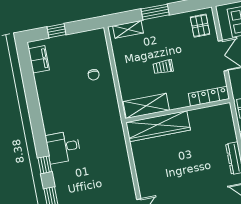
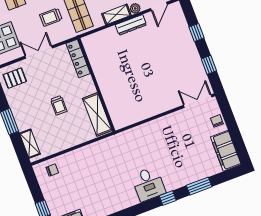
chair: (94, 75) -> (52, 170), moved
wardrobe: (158, 126) -> (114, 100), removed

